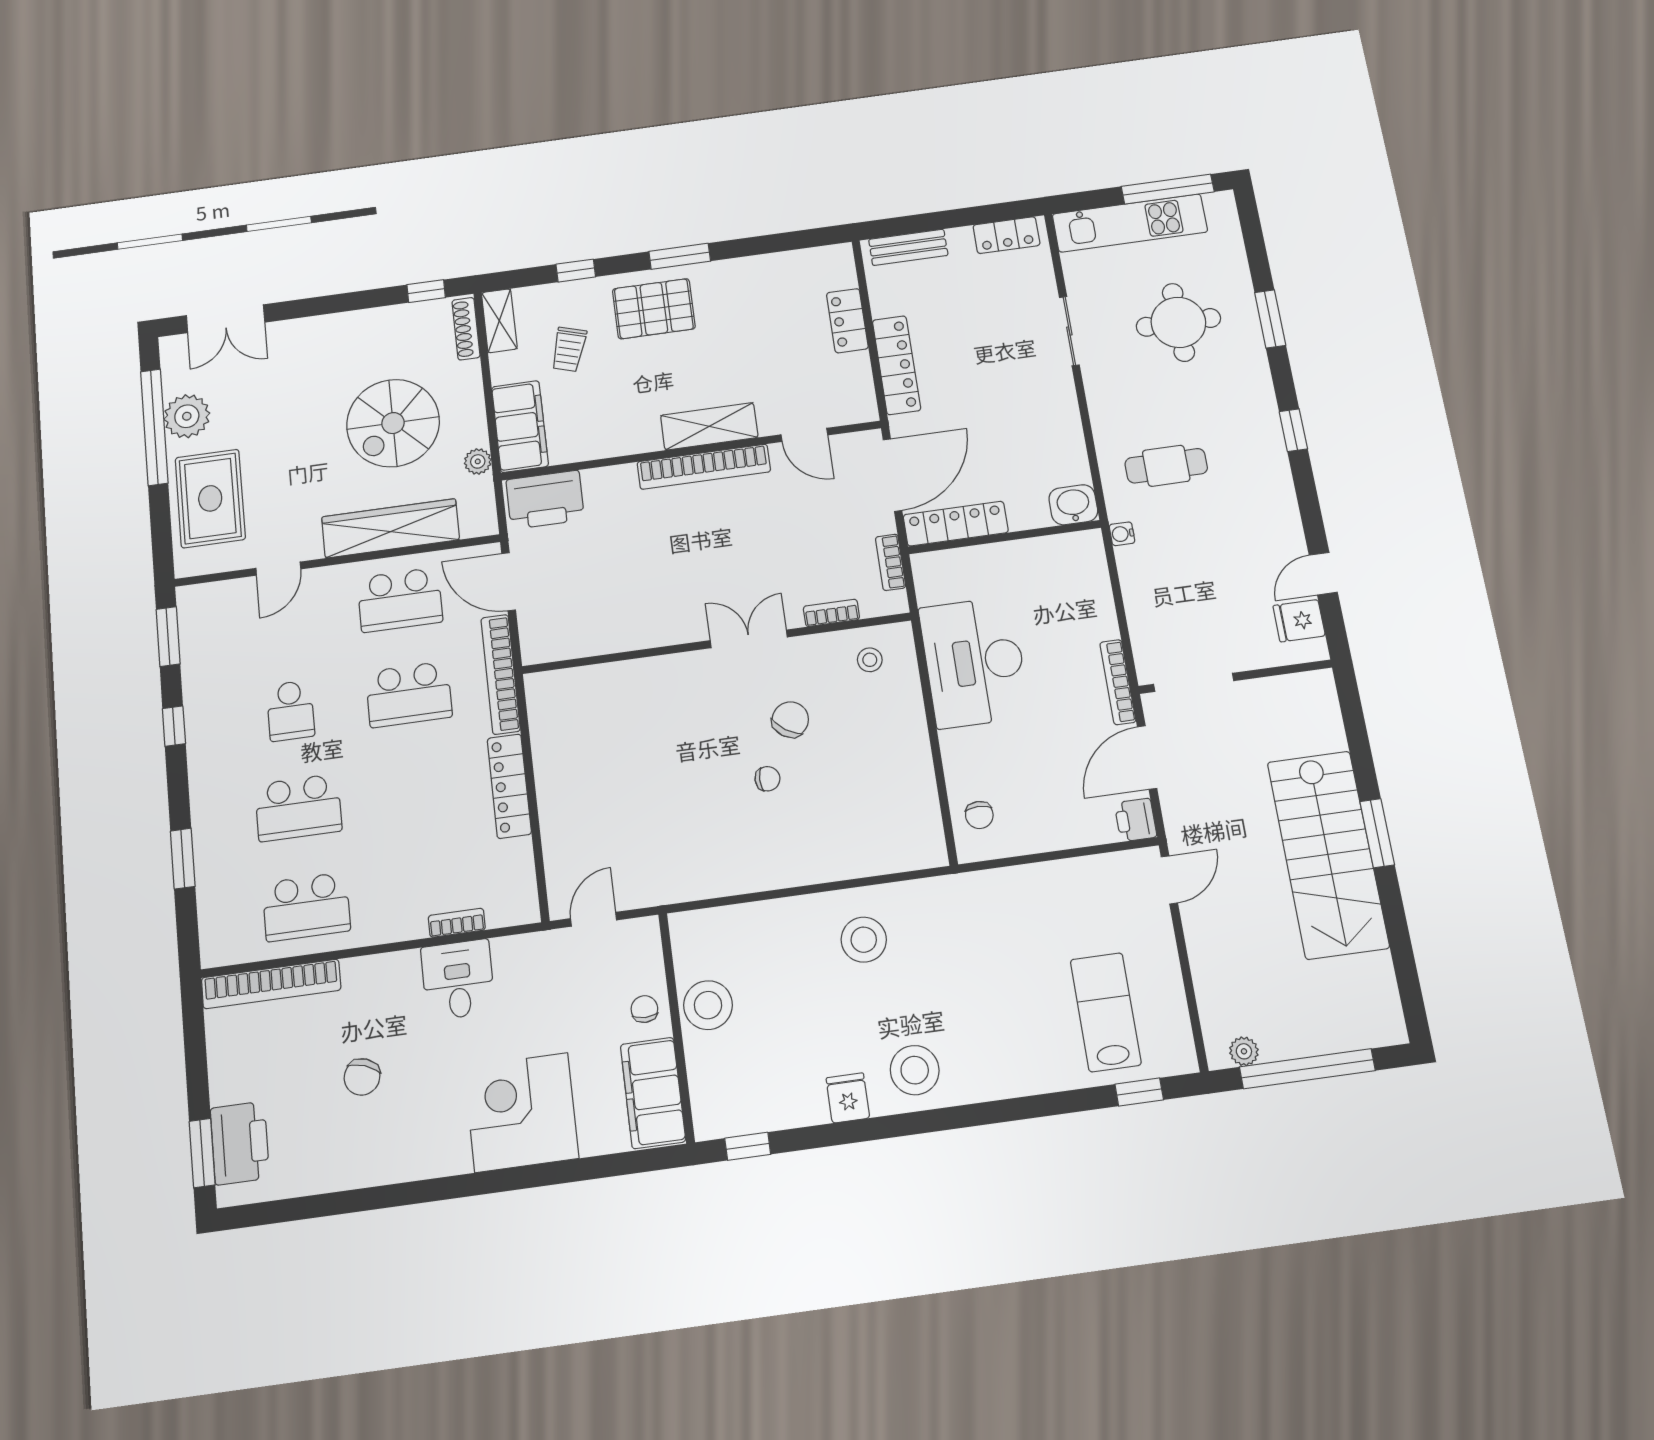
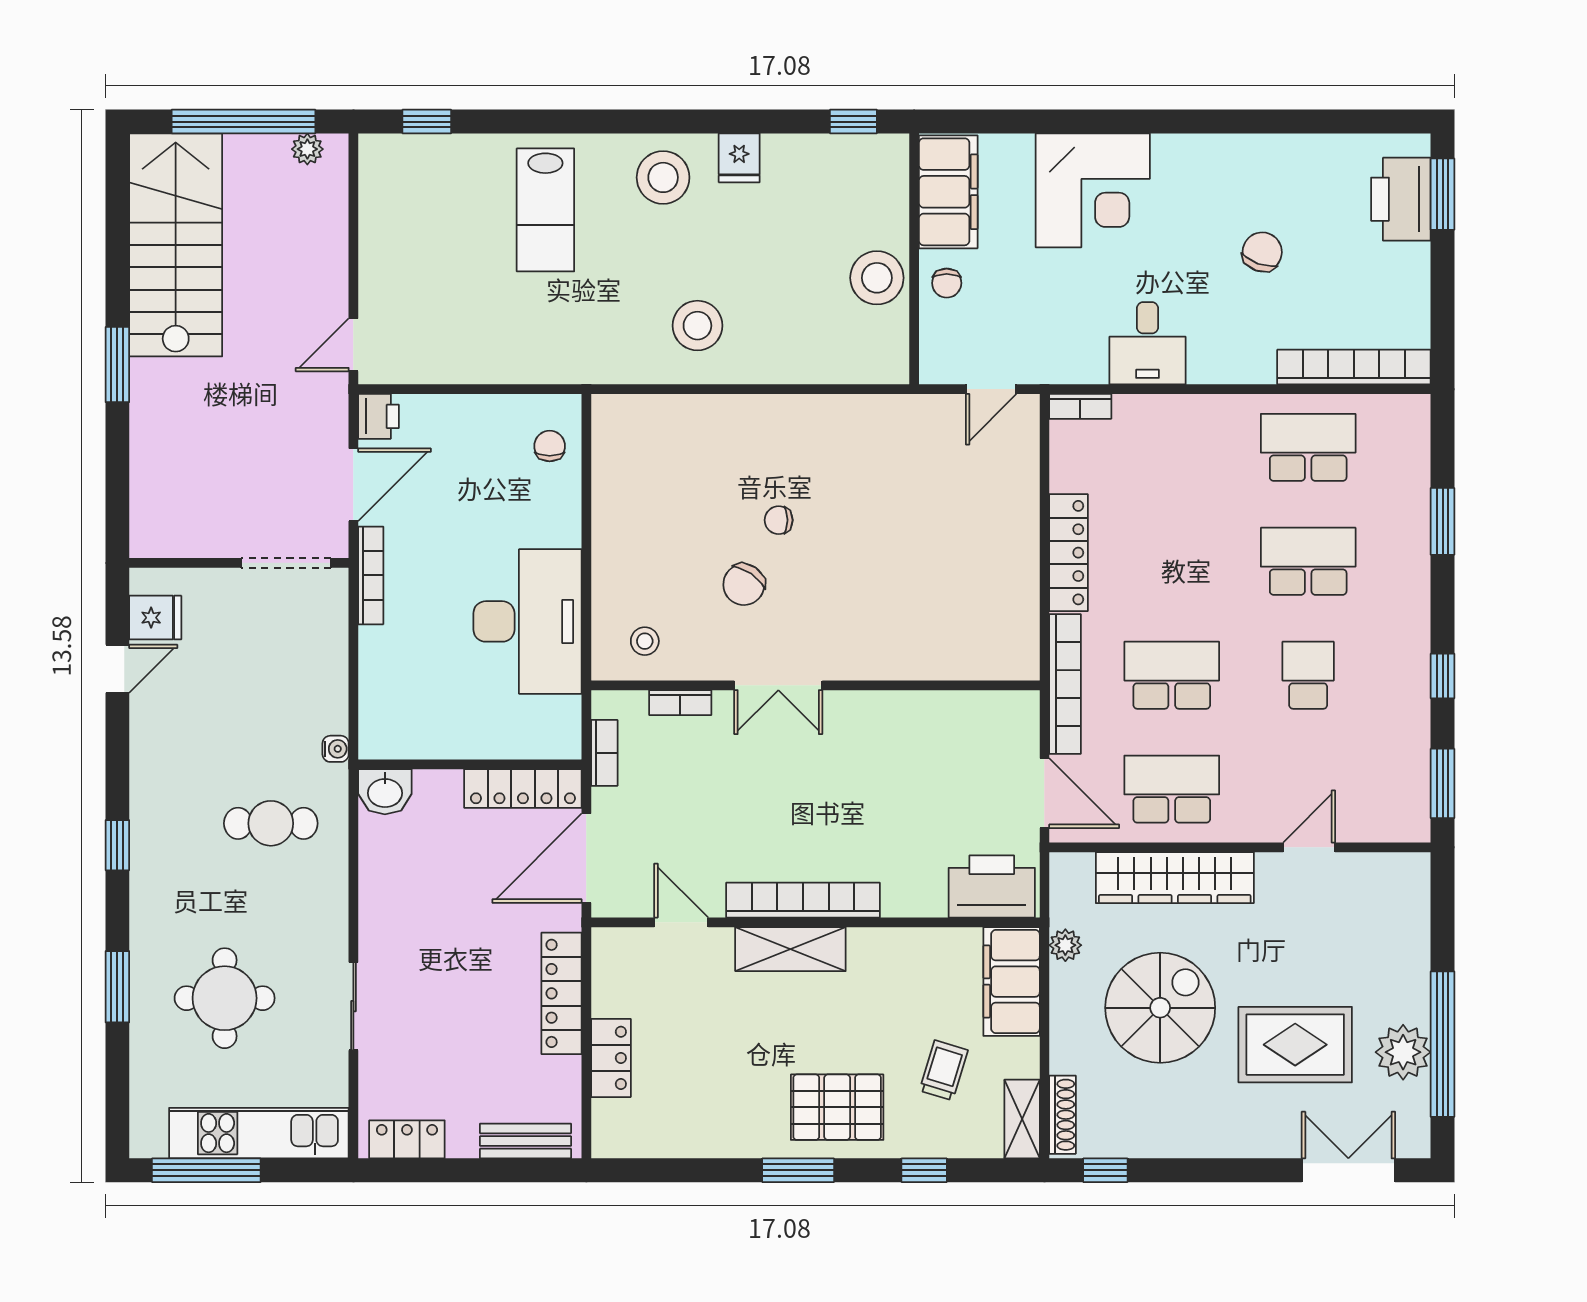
rug: (210, 498) -> (1295, 1045), moved, turned 90
stairs: (1328, 854) -> (176, 245), moved
bookcase: (457, 923) -> (1080, 406), moved
lab bench: (1106, 1012) -> (545, 210), moved

